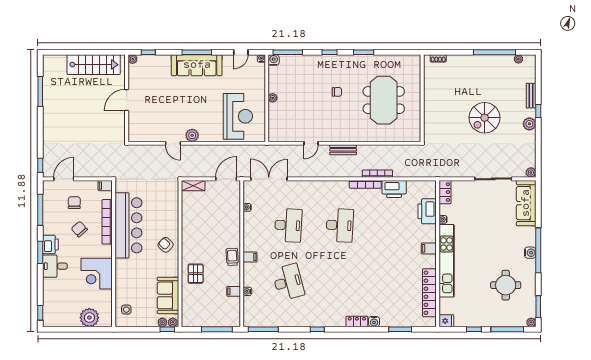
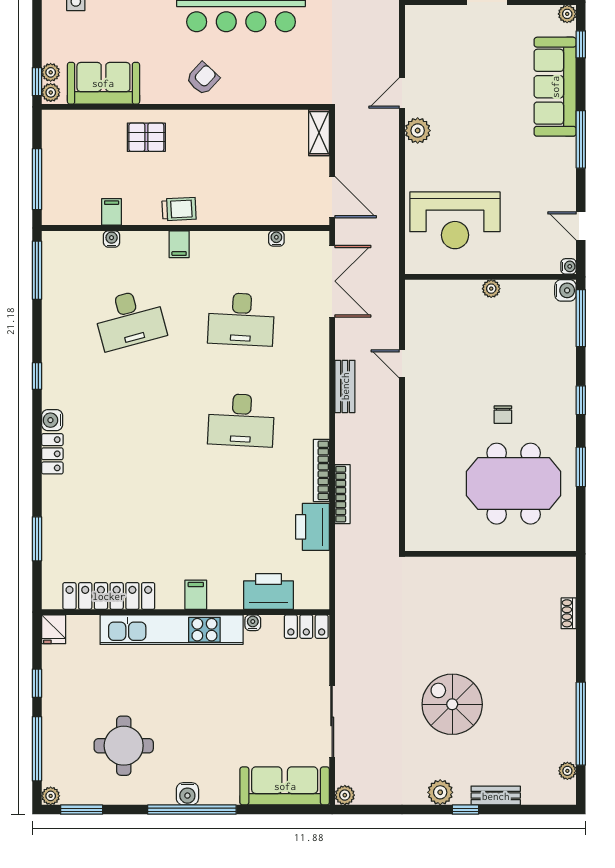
sofa: (197, 65) -> (555, 87), moved
wall: (422, 98) -> (490, 554), moved
meeting table: (384, 100) -> (514, 484), moved
bench: (343, 150) -> (345, 386), moved
water cooler: (374, 322) -> (52, 420), moved

